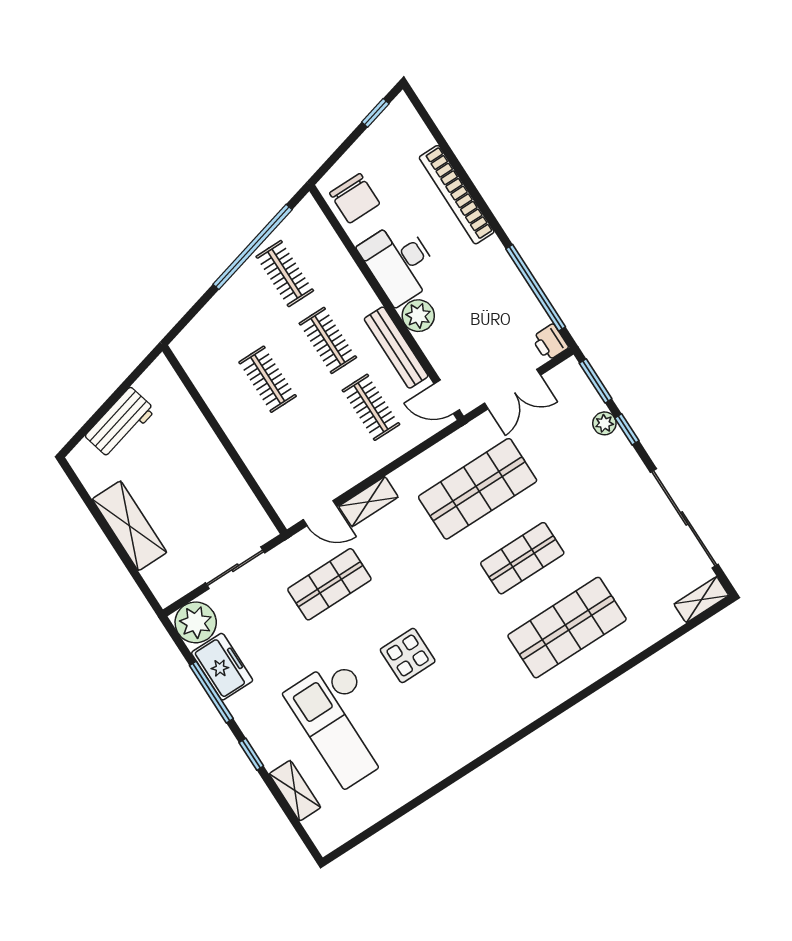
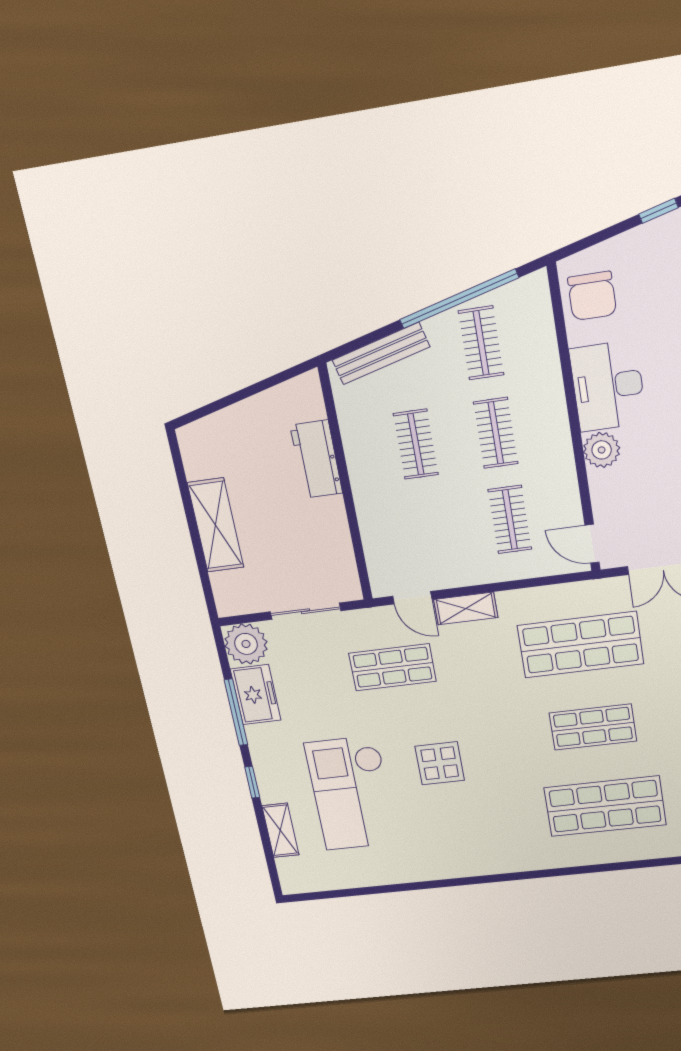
bench: (396, 348) -> (381, 354), moved, turned 75
workbench: (120, 423) -> (316, 459), moved, turned 105

